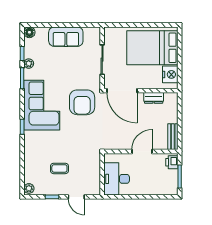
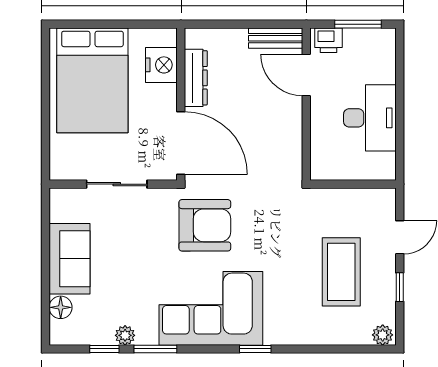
floor lamp: (29, 32) -> (61, 307), moved
nightstand: (170, 74) -> (161, 65), moved, turned 90
door: (122, 91) -> (181, 143), hinge flipped
dresser: (154, 98) -> (196, 78), width x1.44
door: (142, 151) -> (306, 75), moved
coffee table: (59, 168) -> (341, 272), width x1.86, depth x1.72
desk: (117, 179) -> (370, 118), moved, turned -90

